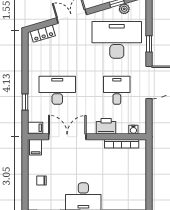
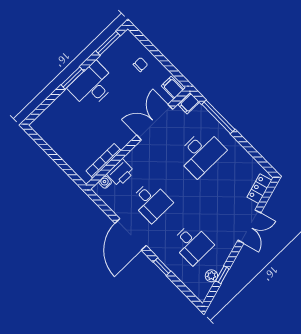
desk: (117, 40) -> (192, 244), width x0.53, depth x0.77
window: (25, 102) -> (218, 117), width x2.17
printer: (106, 126) -> (121, 173), moved
double door: (67, 137) -> (155, 122), swing flipped

